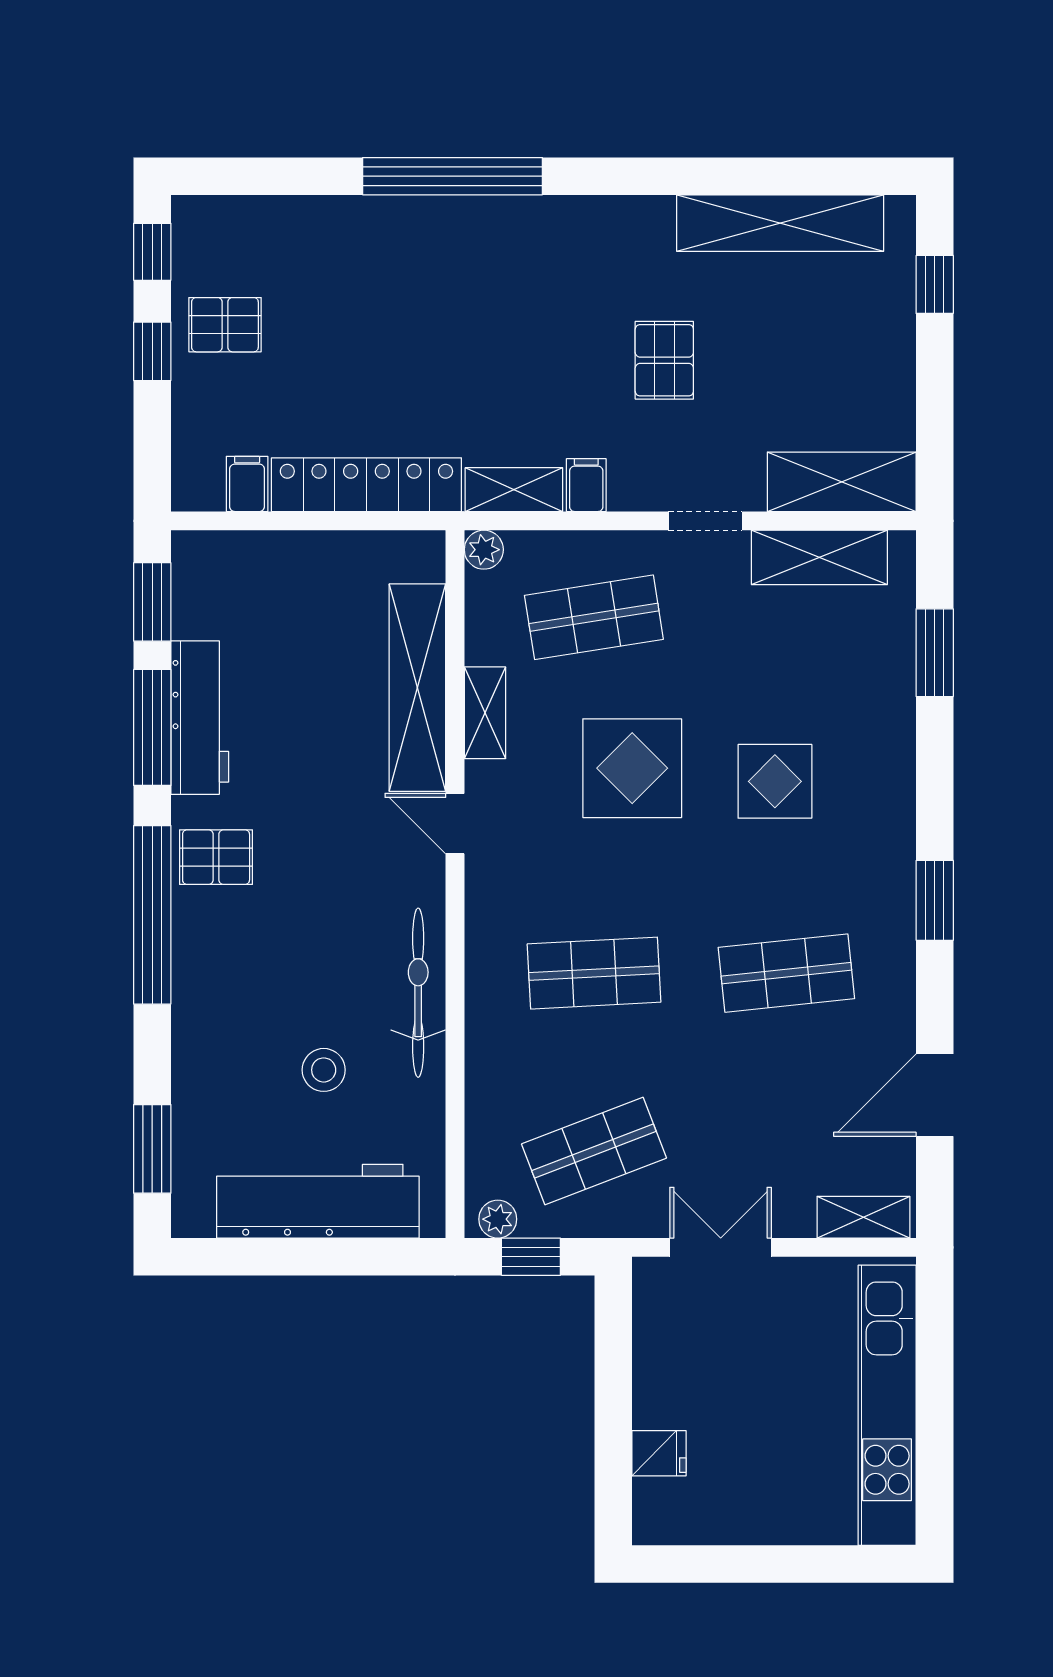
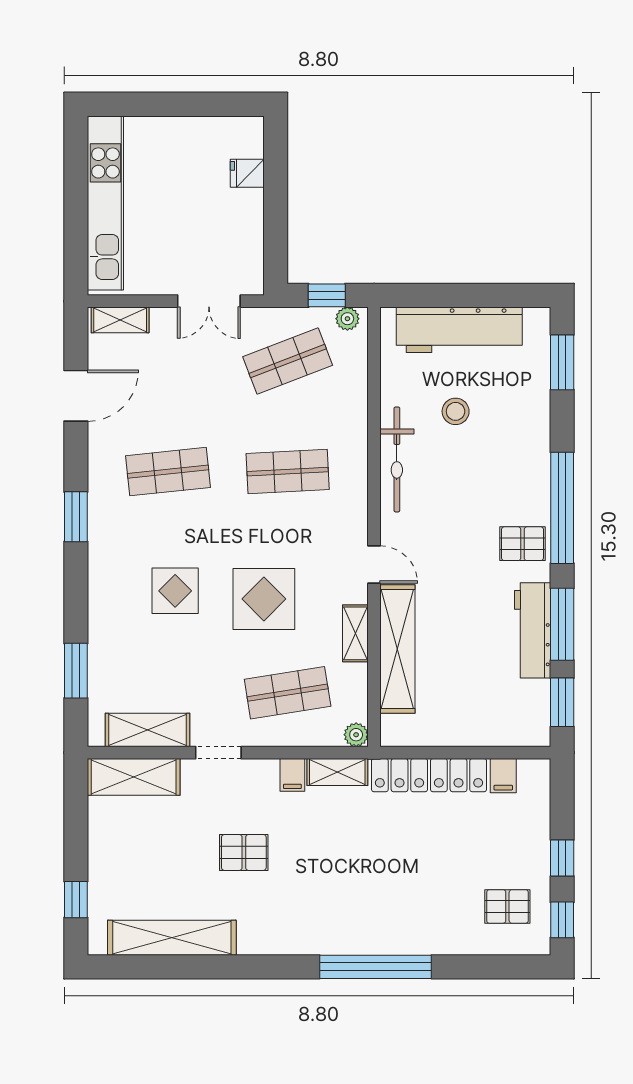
pallet: (225, 325) -> (507, 906), moved
pallet: (664, 360) -> (244, 852), turned 90

